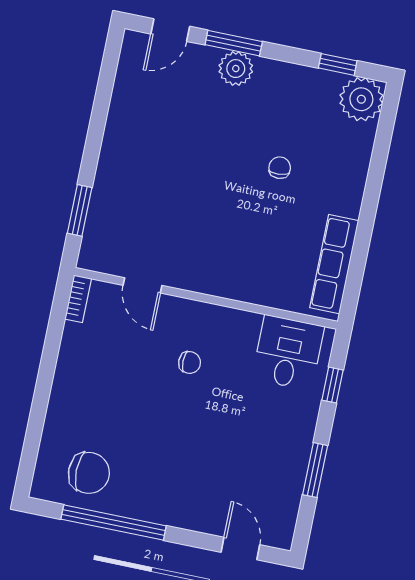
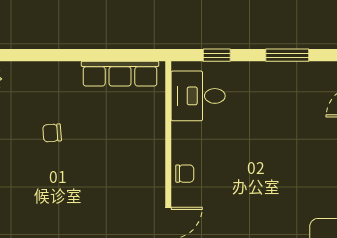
chair: (190, 362) -> (185, 174), moved, turned 90

